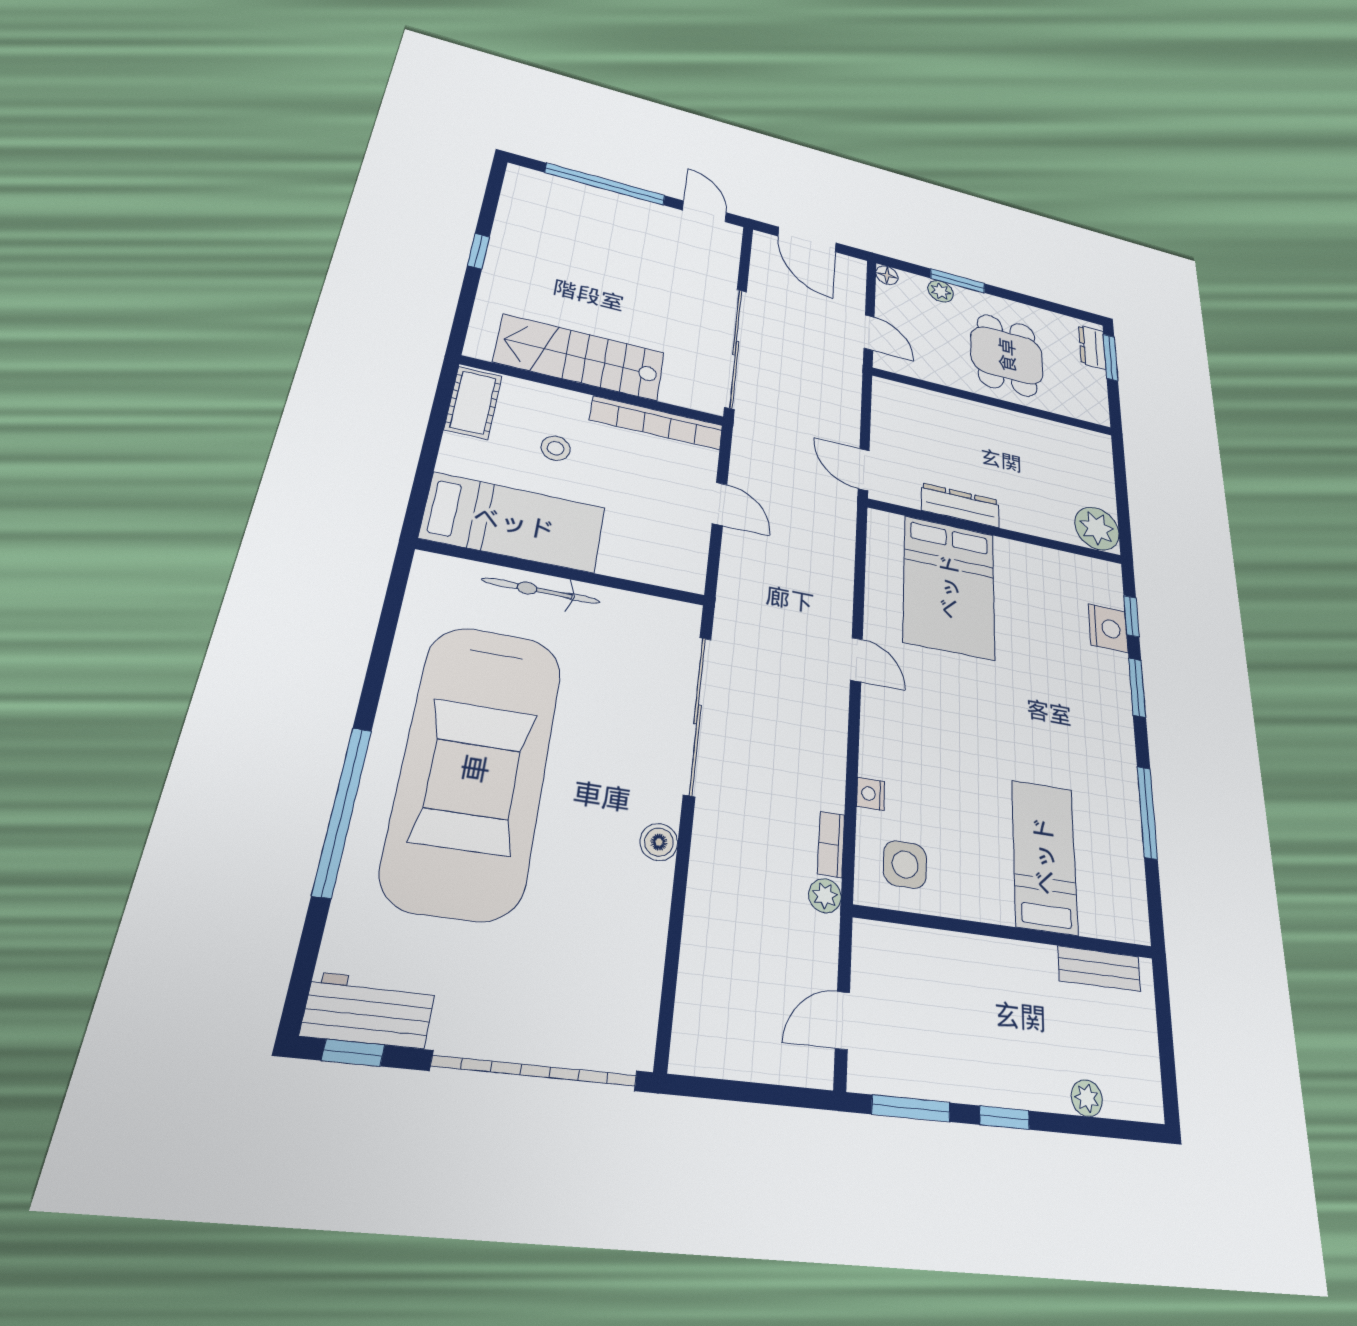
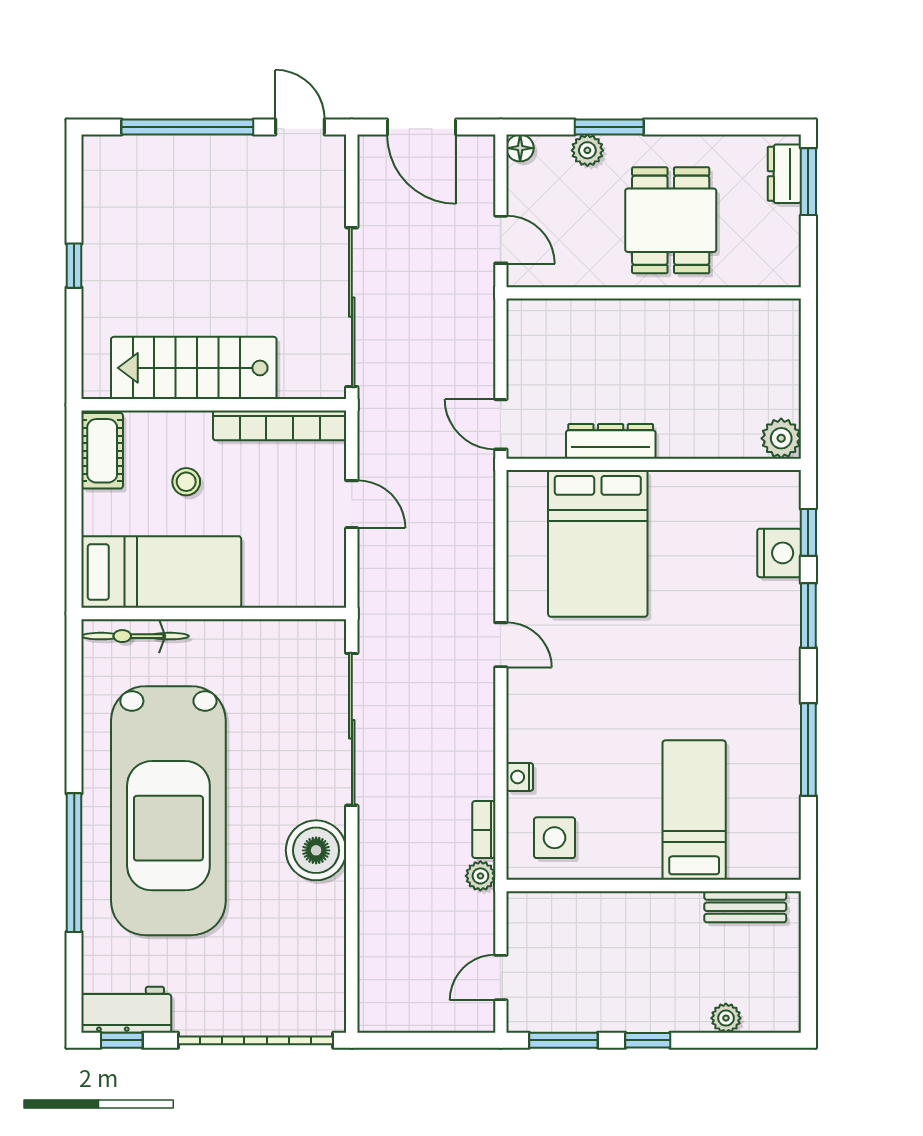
plant: (1097, 528) -> (781, 438), width x0.73, depth x0.73
bicycle: (541, 591) -> (135, 636), moved
boiler: (659, 842) -> (316, 850), width x1.86, depth x1.86

